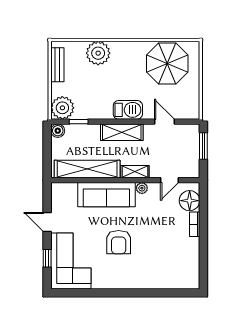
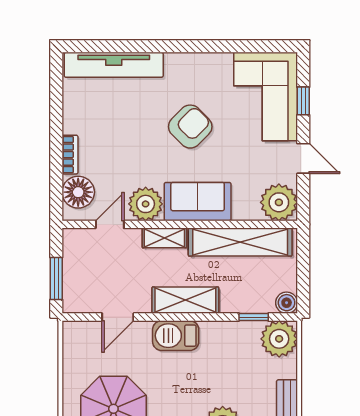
door: (164, 122) -> (118, 317), hinge flipped
plant: (142, 188) -> (146, 204), width x1.88, depth x1.88
plant: (63, 194) -> (279, 202), added
sofa: (106, 195) -> (198, 202), width x0.73
armchair: (119, 242) -> (190, 127), turned 45
tv unit: (167, 281) -> (114, 65), added

